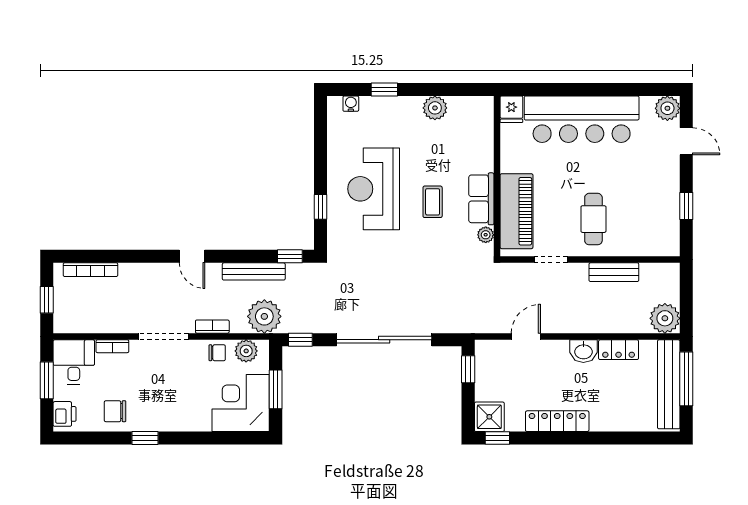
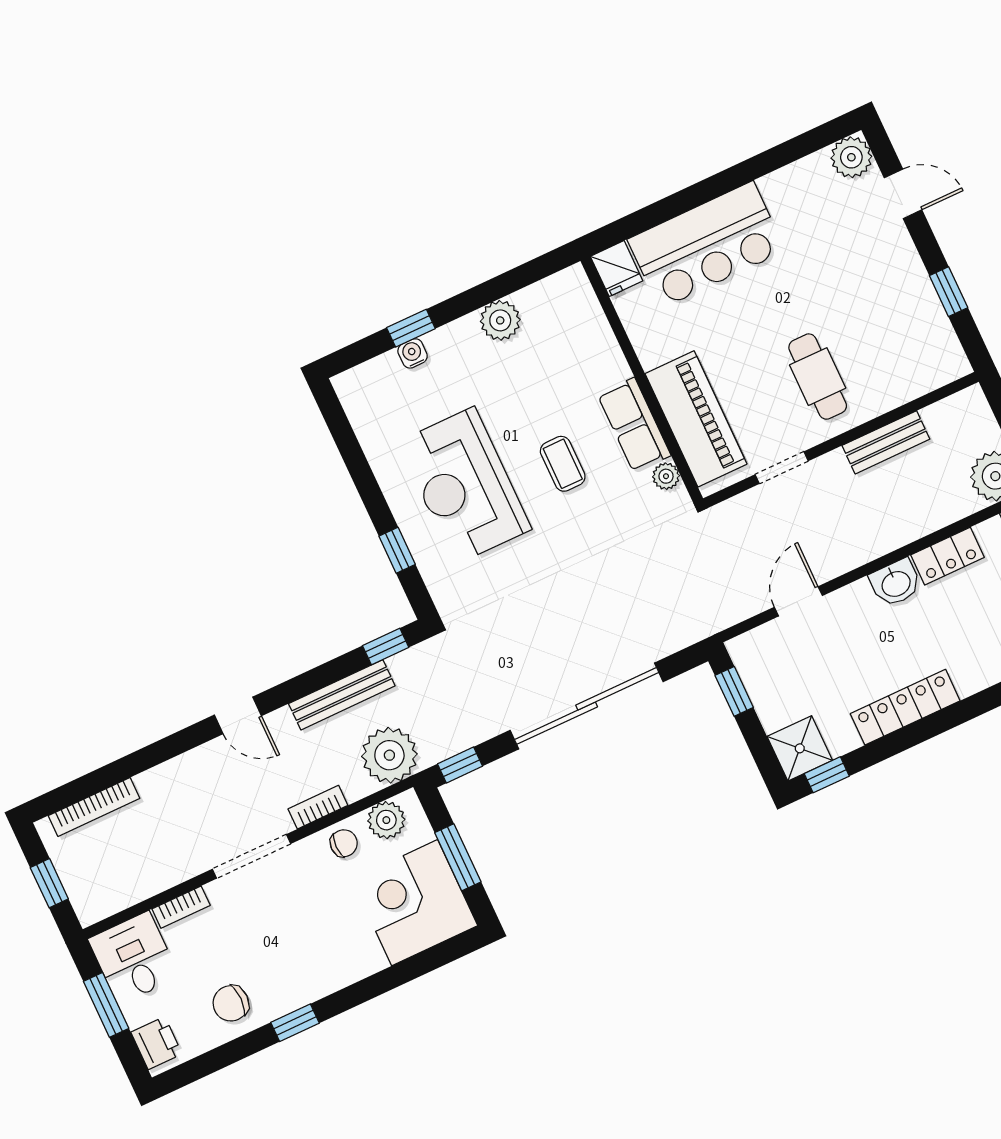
water cooler: (351, 104) -> (413, 353), moved
bar counter: (582, 119) -> (706, 245), width x0.73

